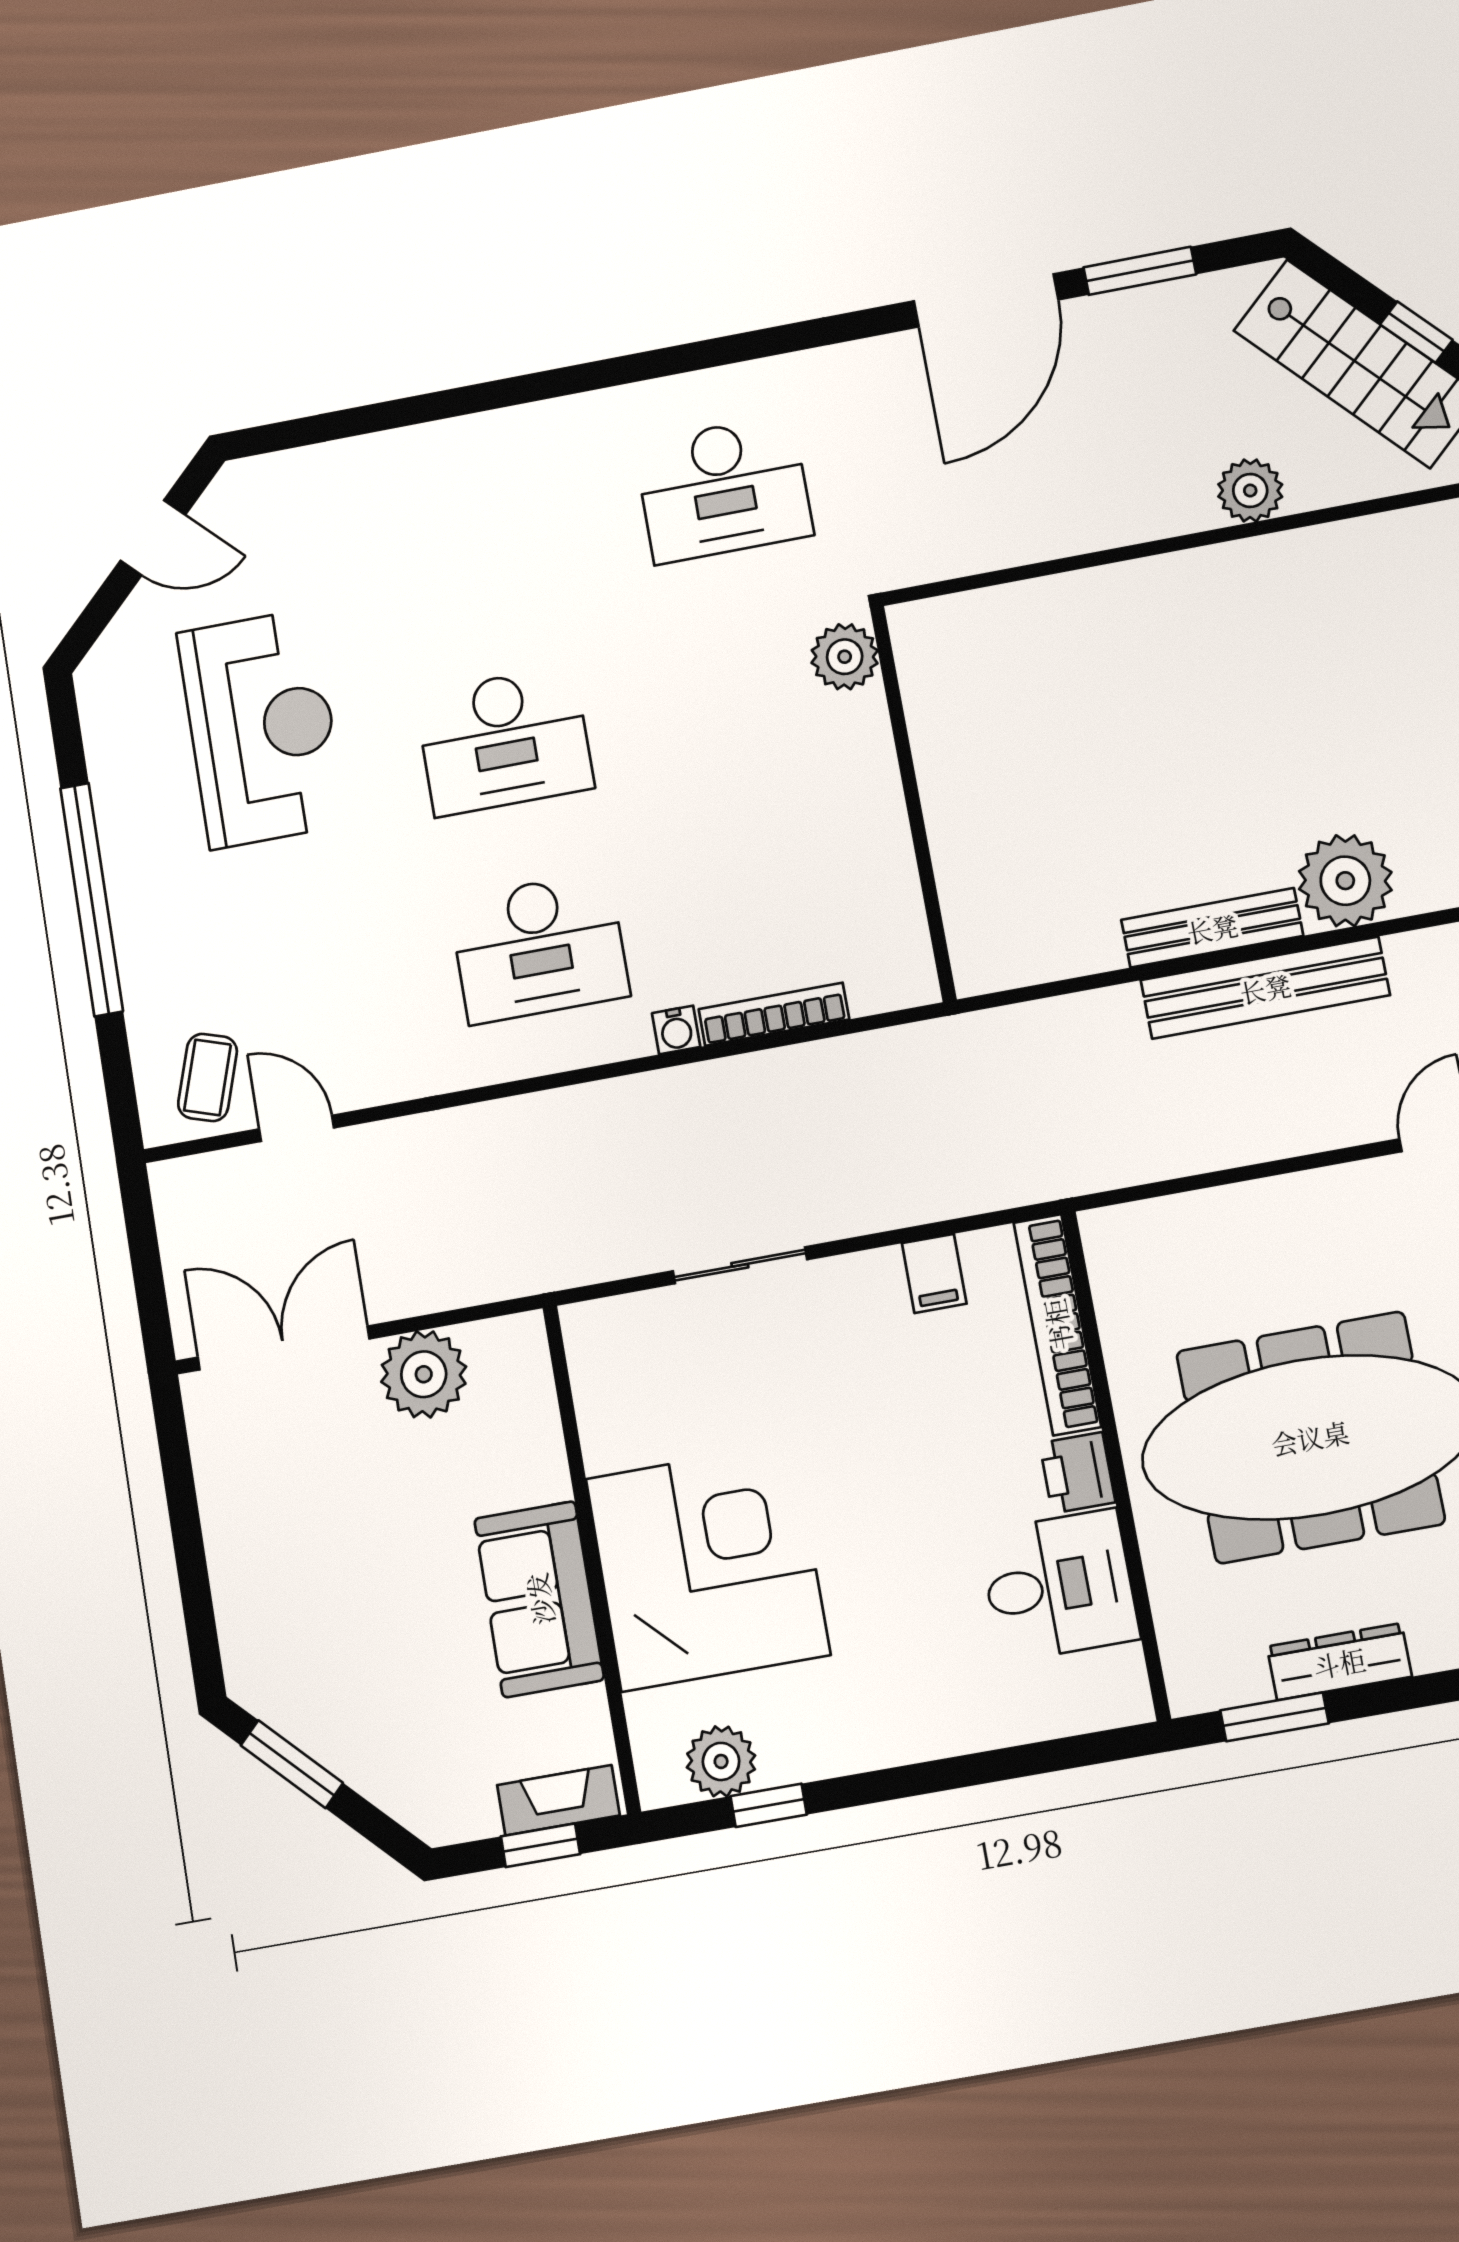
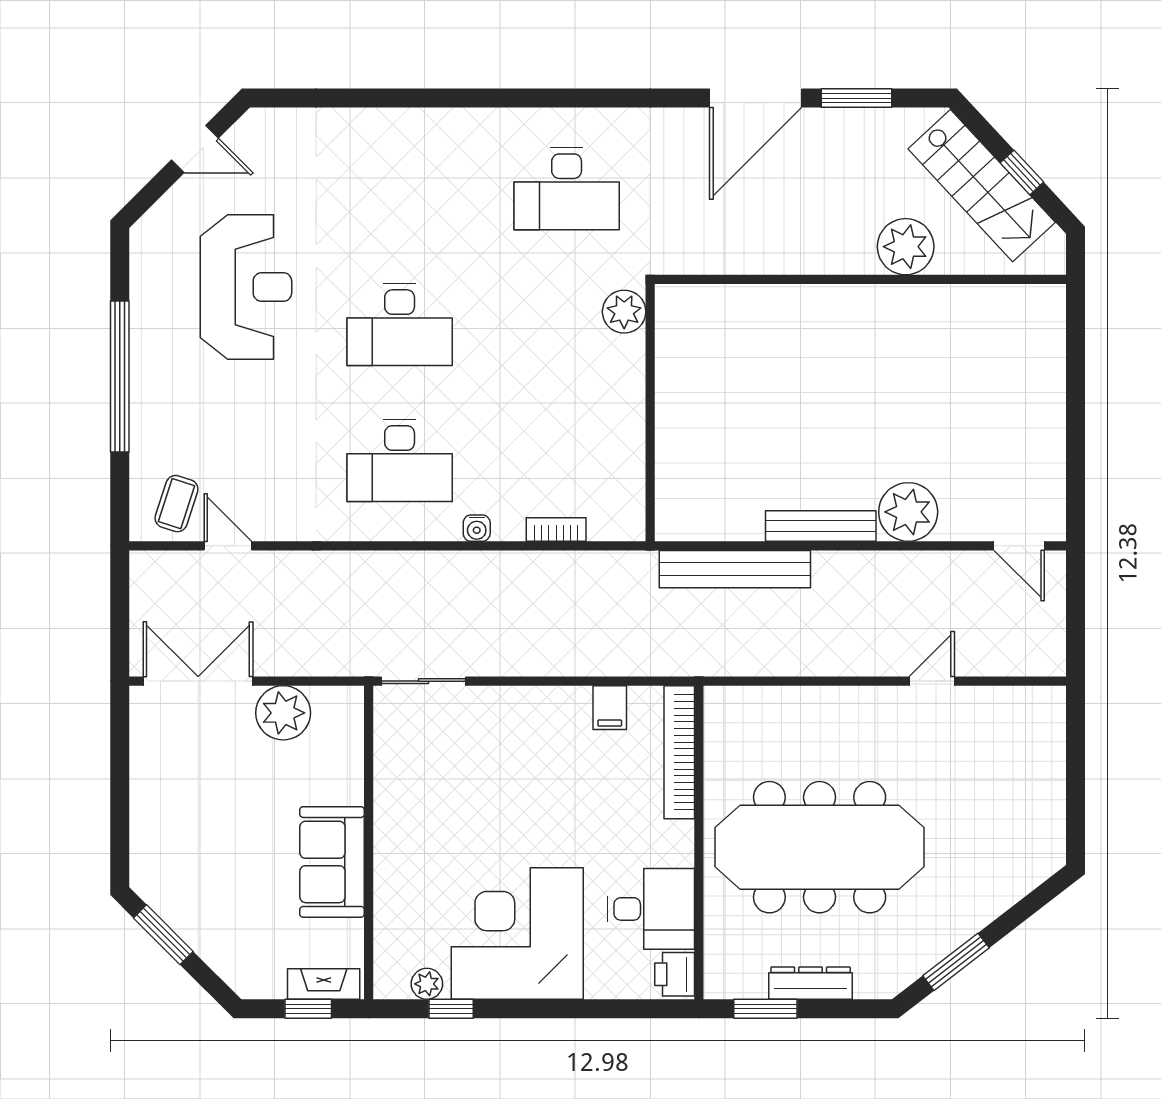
plant: (1250, 491) -> (906, 247), width x1.36, depth x1.36
bench: (1265, 988) -> (735, 569), moved
bookcase: (774, 1014) -> (556, 530), width x0.64
sliding door: (740, 1265) -> (424, 681), moved
printer: (1077, 1473) -> (675, 974), moved
corner desk: (708, 1567) -> (517, 933), moved, turned -90
plant: (721, 1761) -> (427, 984), width x0.73, depth x0.73

